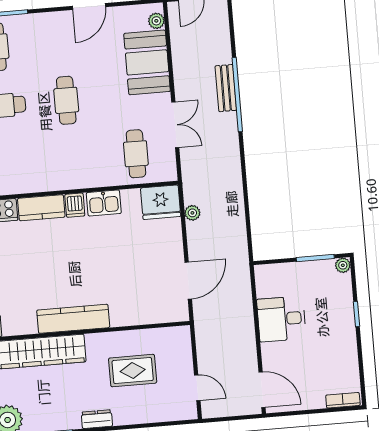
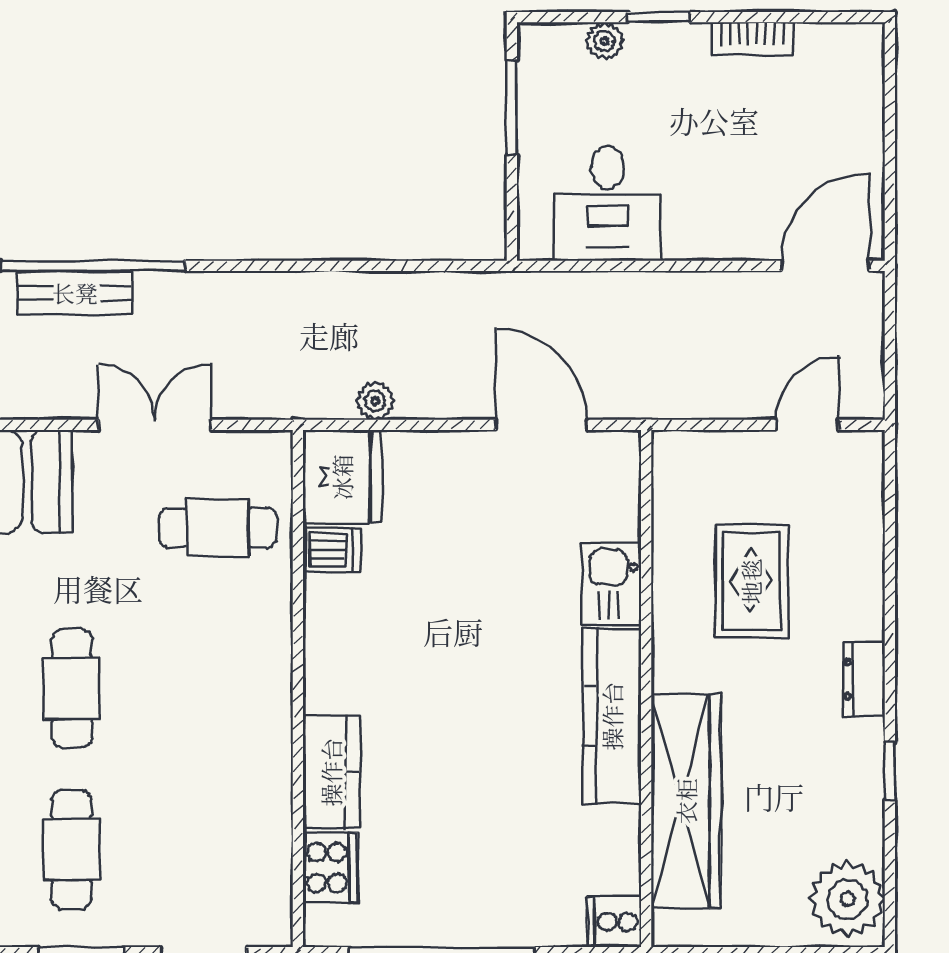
cafe table: (66, 100) -> (72, 689), turned 90
kitchen sink: (104, 203) -> (612, 583), moved, turned 180
dishwasher: (75, 205) -> (332, 550), moved
plant: (343, 265) -> (605, 41), moved
desk: (281, 319) -> (608, 203), moved
bookcase: (343, 400) -> (752, 39), moved, turned -90

